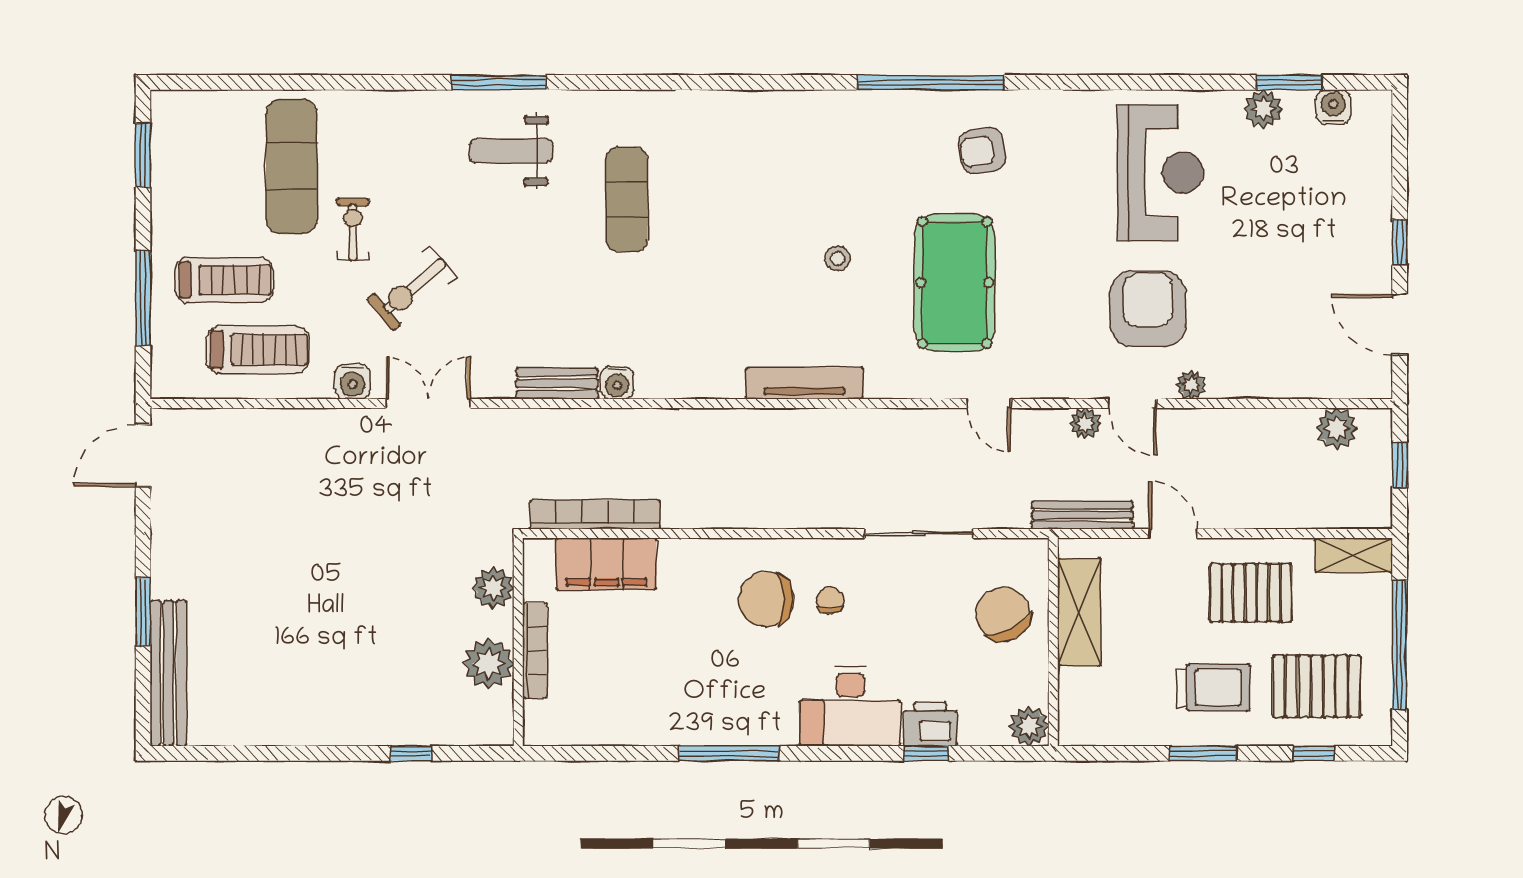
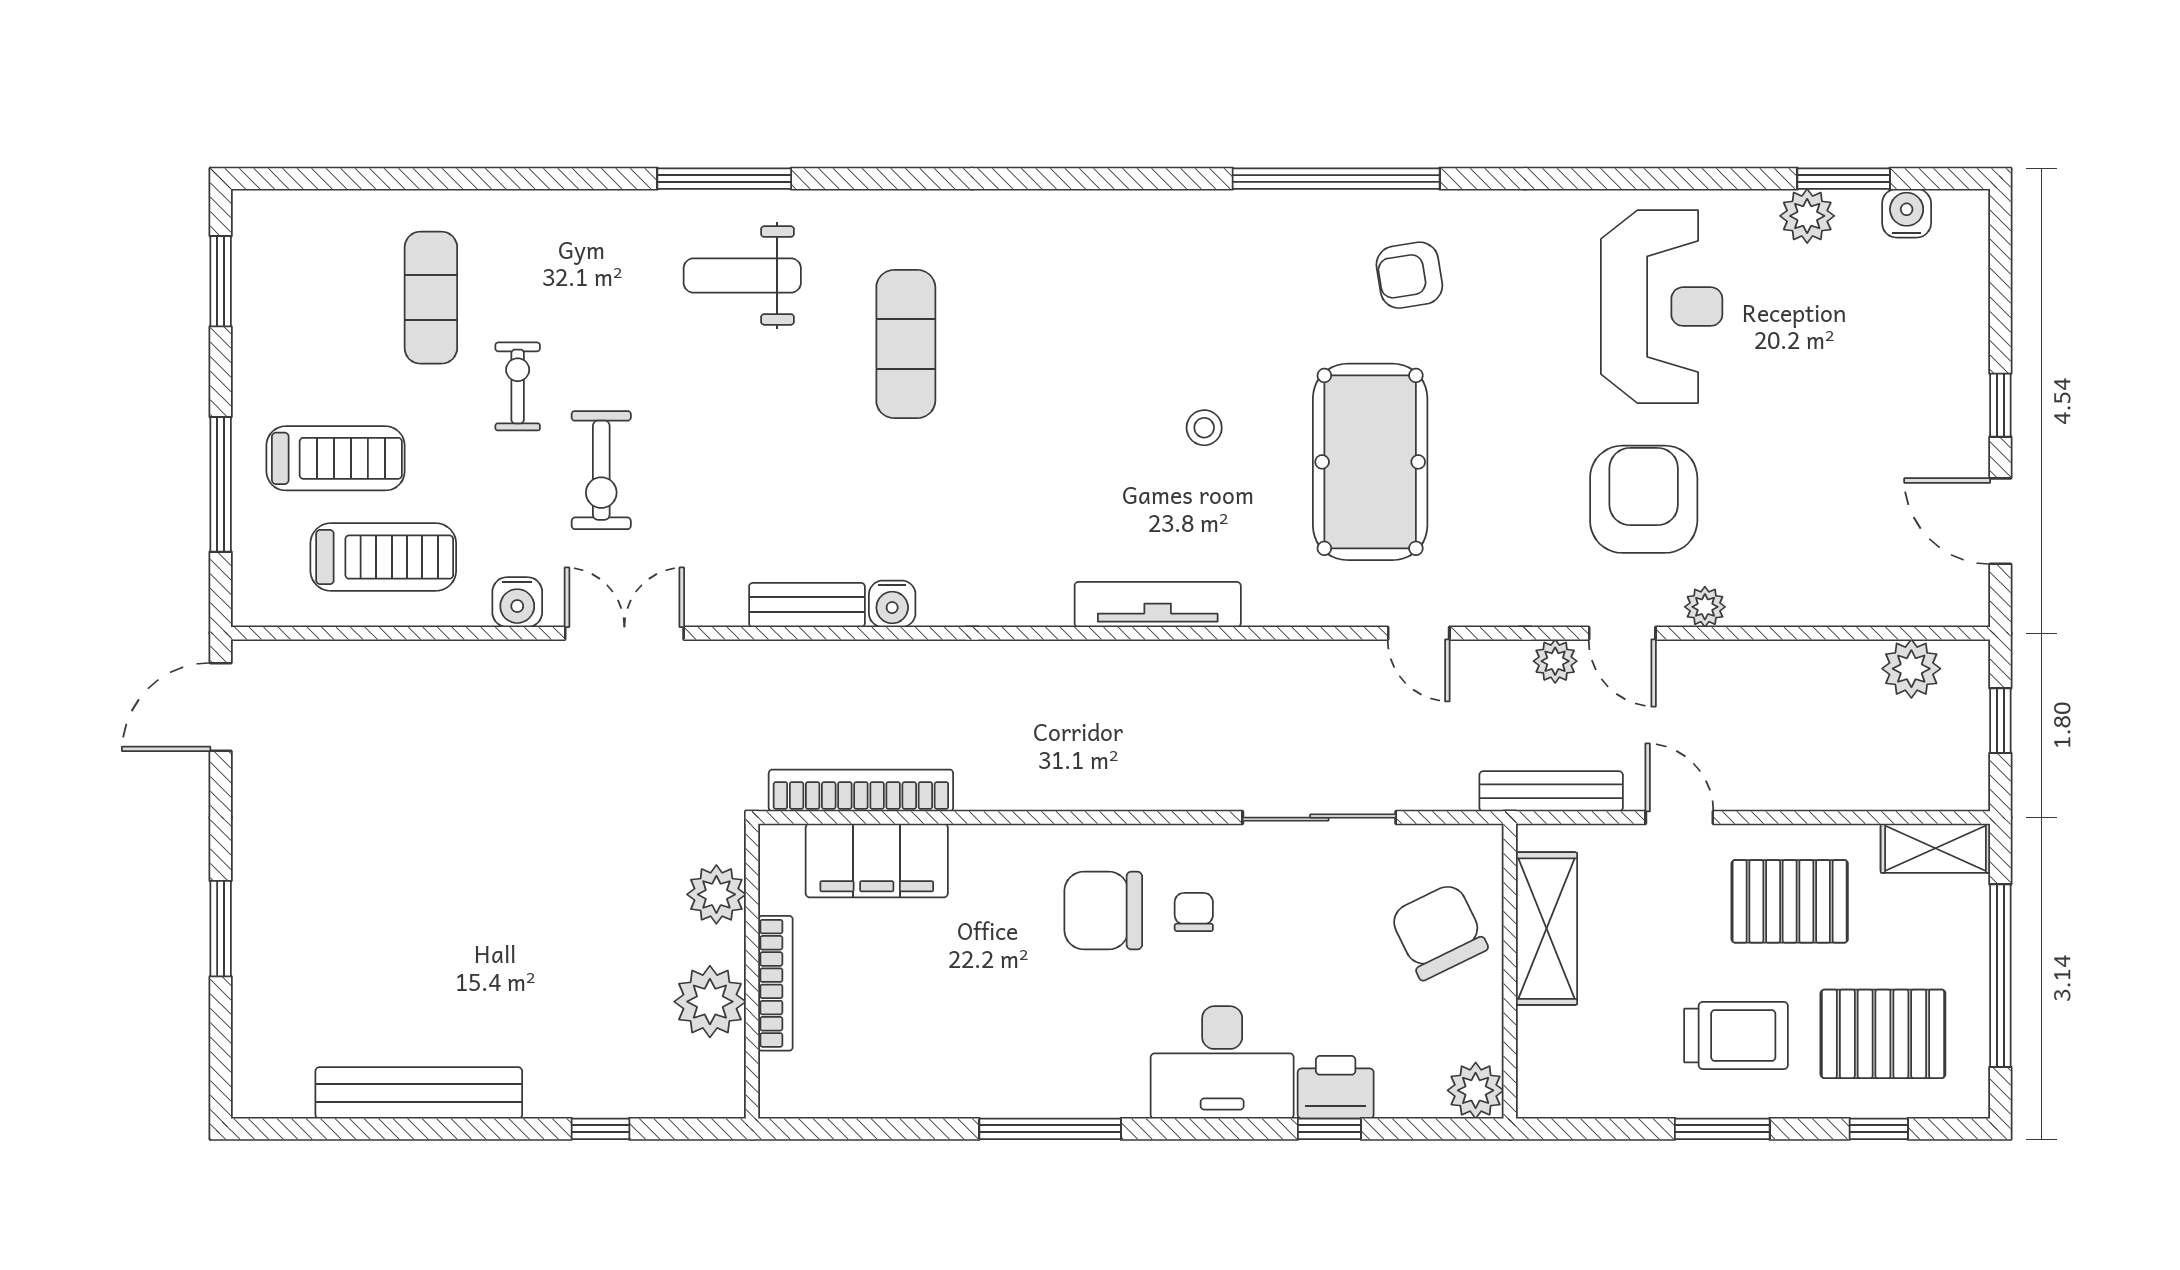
exercise mat: (292, 167) -> (431, 298), width x0.73, depth x0.69
exercise bike: (412, 288) -> (601, 470), turned -50
bench: (168, 673) -> (419, 1093), moved, turned 90

